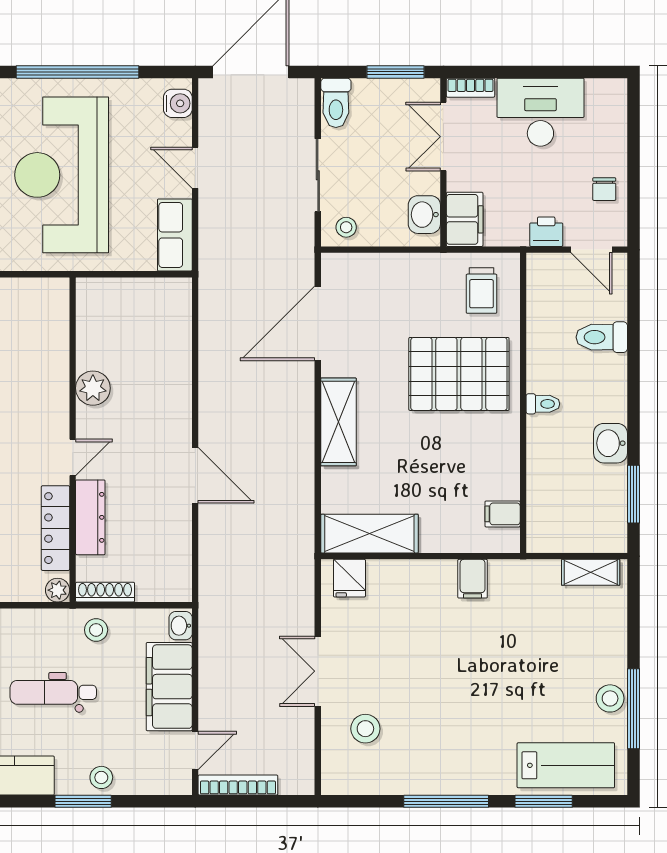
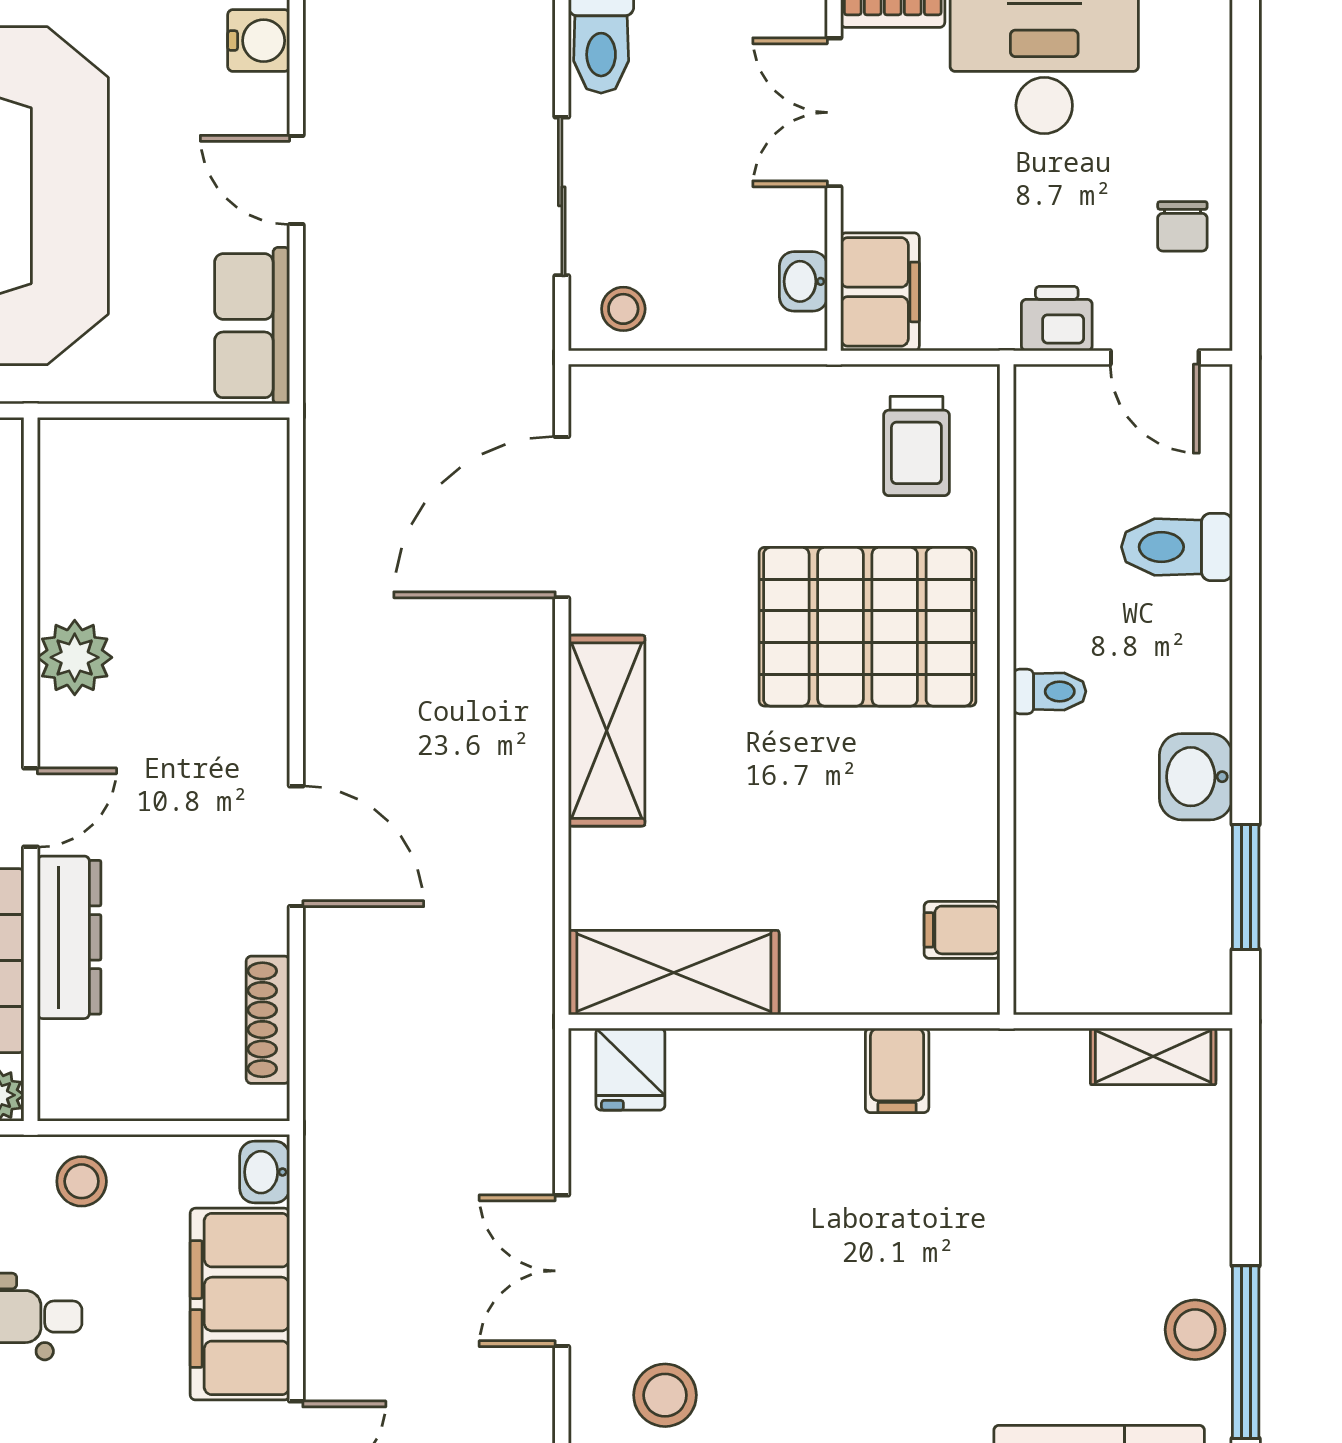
washbasin: (424, 215) -> (803, 281), width x0.72, depth x0.69
shoe rack: (105, 592) -> (268, 1020), moved, turned -90

